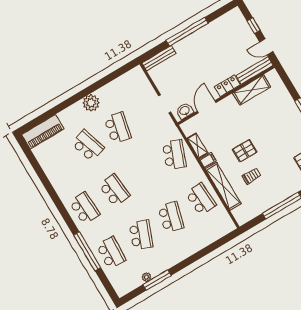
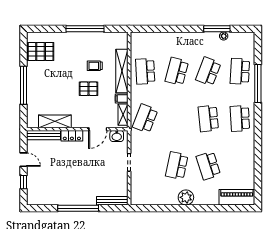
bench: (255, 70) -> (44, 135), moved
locker: (227, 86) -> (72, 136), moved
shelving: (252, 90) -> (55, 121), moved
wall: (226, 95) -> (77, 129), moved
door: (207, 107) -> (98, 129), moved
washbasin: (185, 111) -> (117, 136), moved

